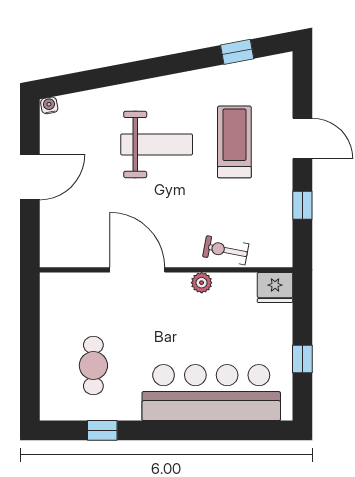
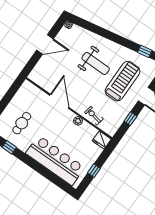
treadmill: (234, 142) -> (123, 81), width x1.37, depth x1.38

